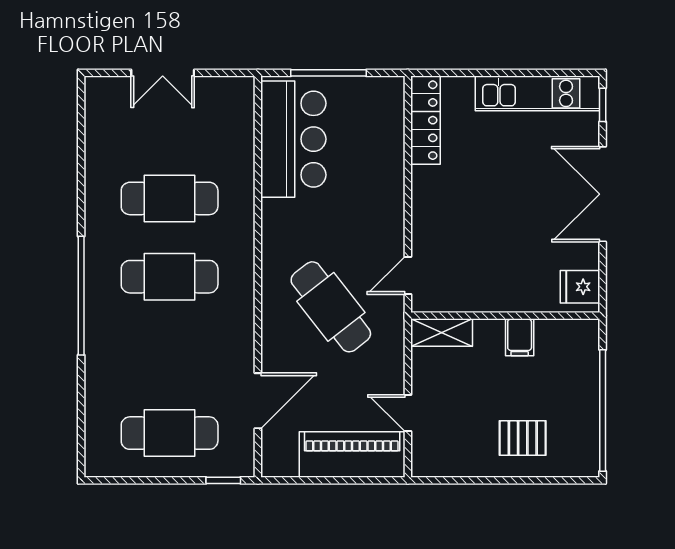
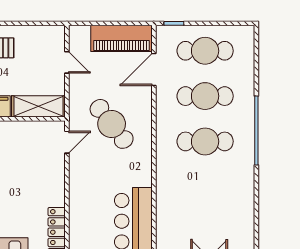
cafe table: (170, 198) -> (205, 96), moved
shelving: (442, 332) -> (38, 106), width x1.50, depth x1.33
piano: (352, 455) -> (122, 38), moved

